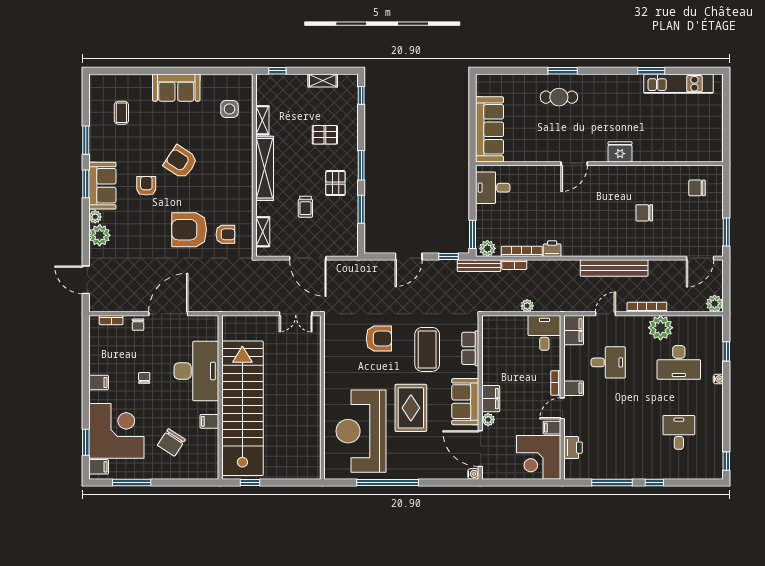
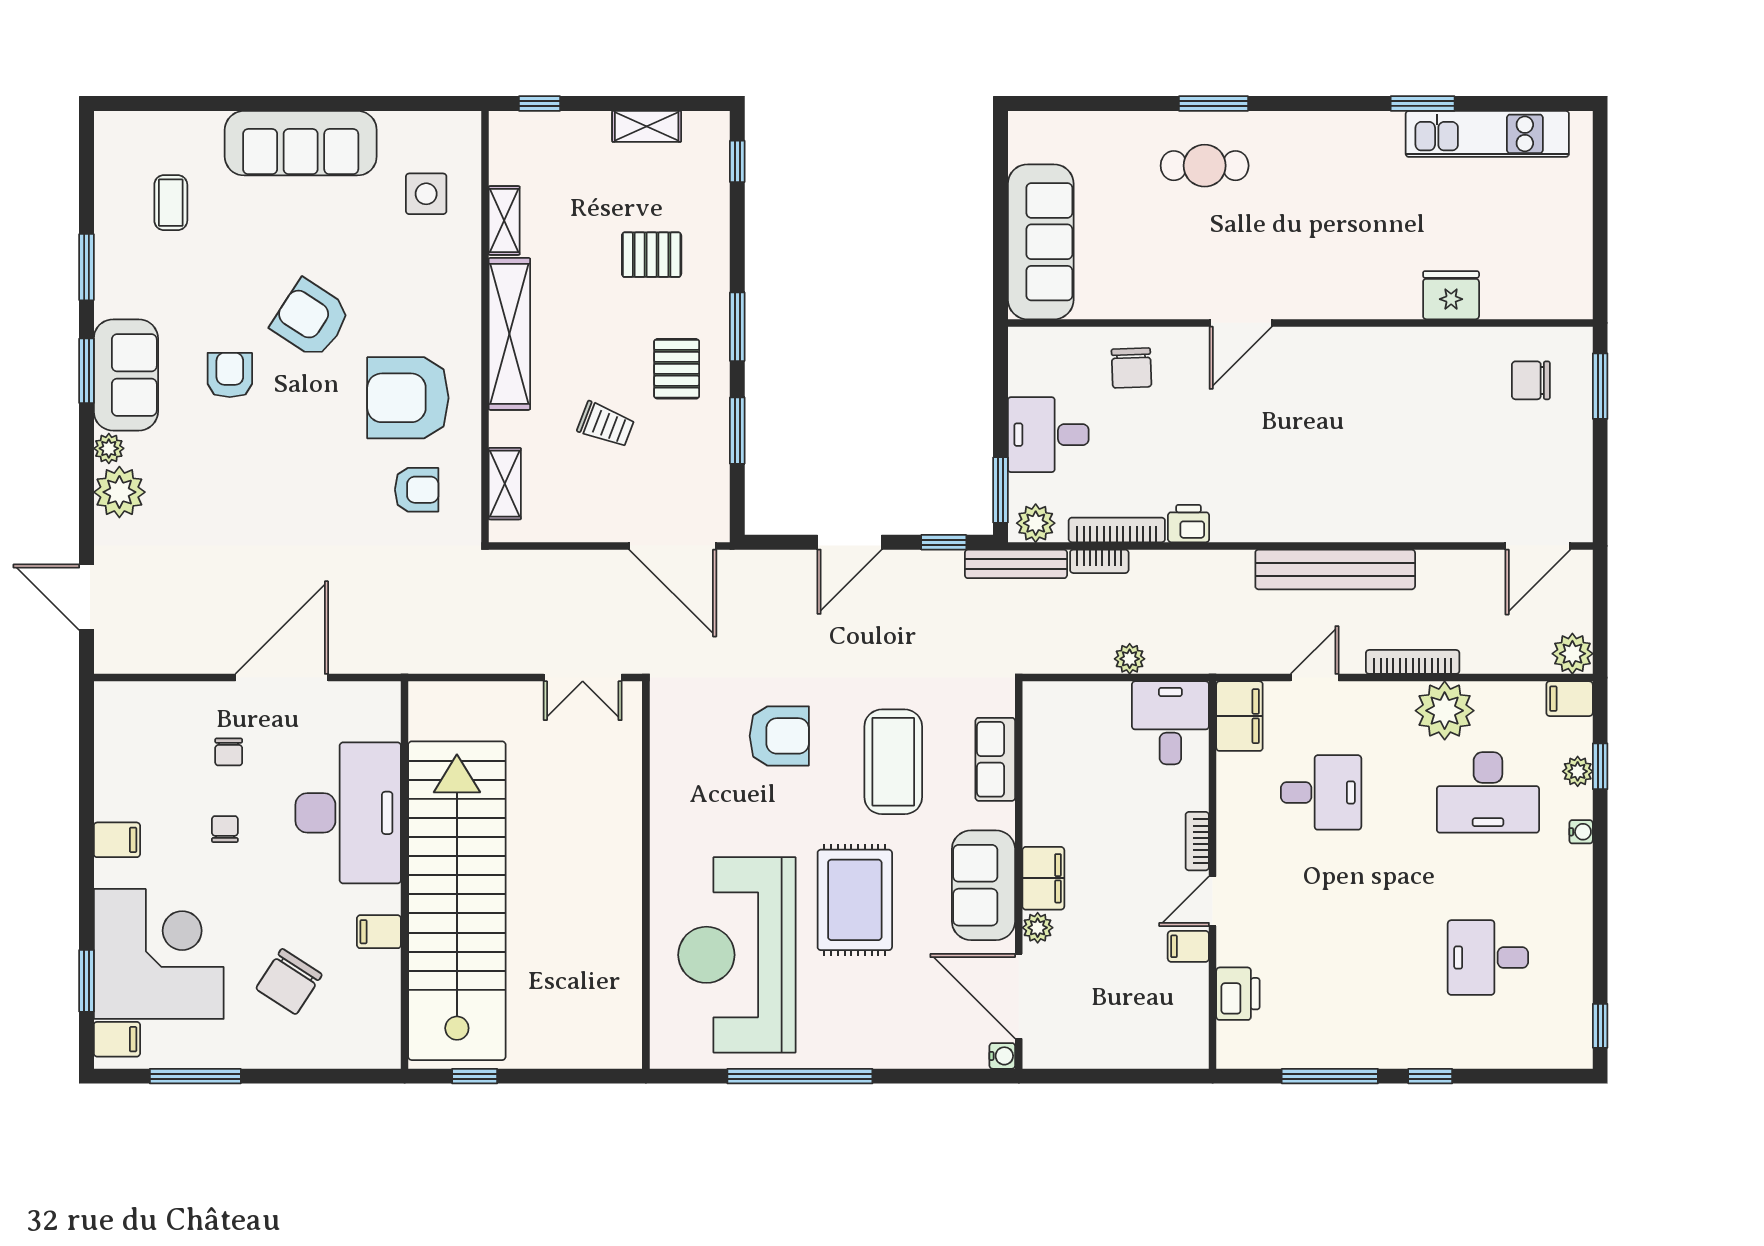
sofa: (176, 88) -> (301, 143), width x1.36
fridge: (620, 152) -> (1451, 295), moved
desk: (493, 188) -> (1048, 435), moved
trolley: (305, 207) -> (606, 425), turned -69
chair: (644, 213) -> (1131, 368), moved, turned -92
armchair: (189, 230) -> (408, 398), moved
window: (726, 232) -> (1600, 386), moved
door: (308, 258) -> (673, 546), moved
bookcase: (111, 320) -> (147, 692), removed
chair: (138, 325) -> (229, 752), moved
plant: (717, 353) -> (1578, 771), added
filing cabinet: (574, 388) -> (1570, 699), moved, turned 180
desk: (679, 432) -> (1488, 958), turned -90
corner desk: (539, 457) -> (1157, 1017), removed

